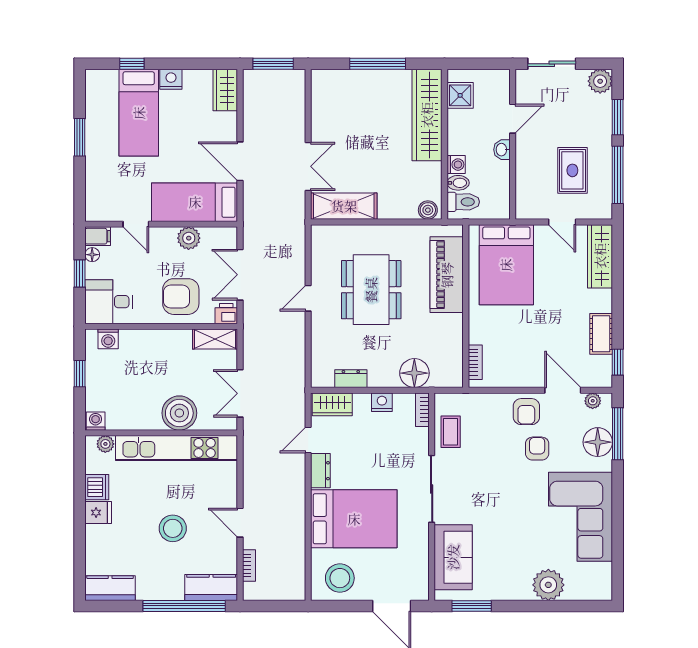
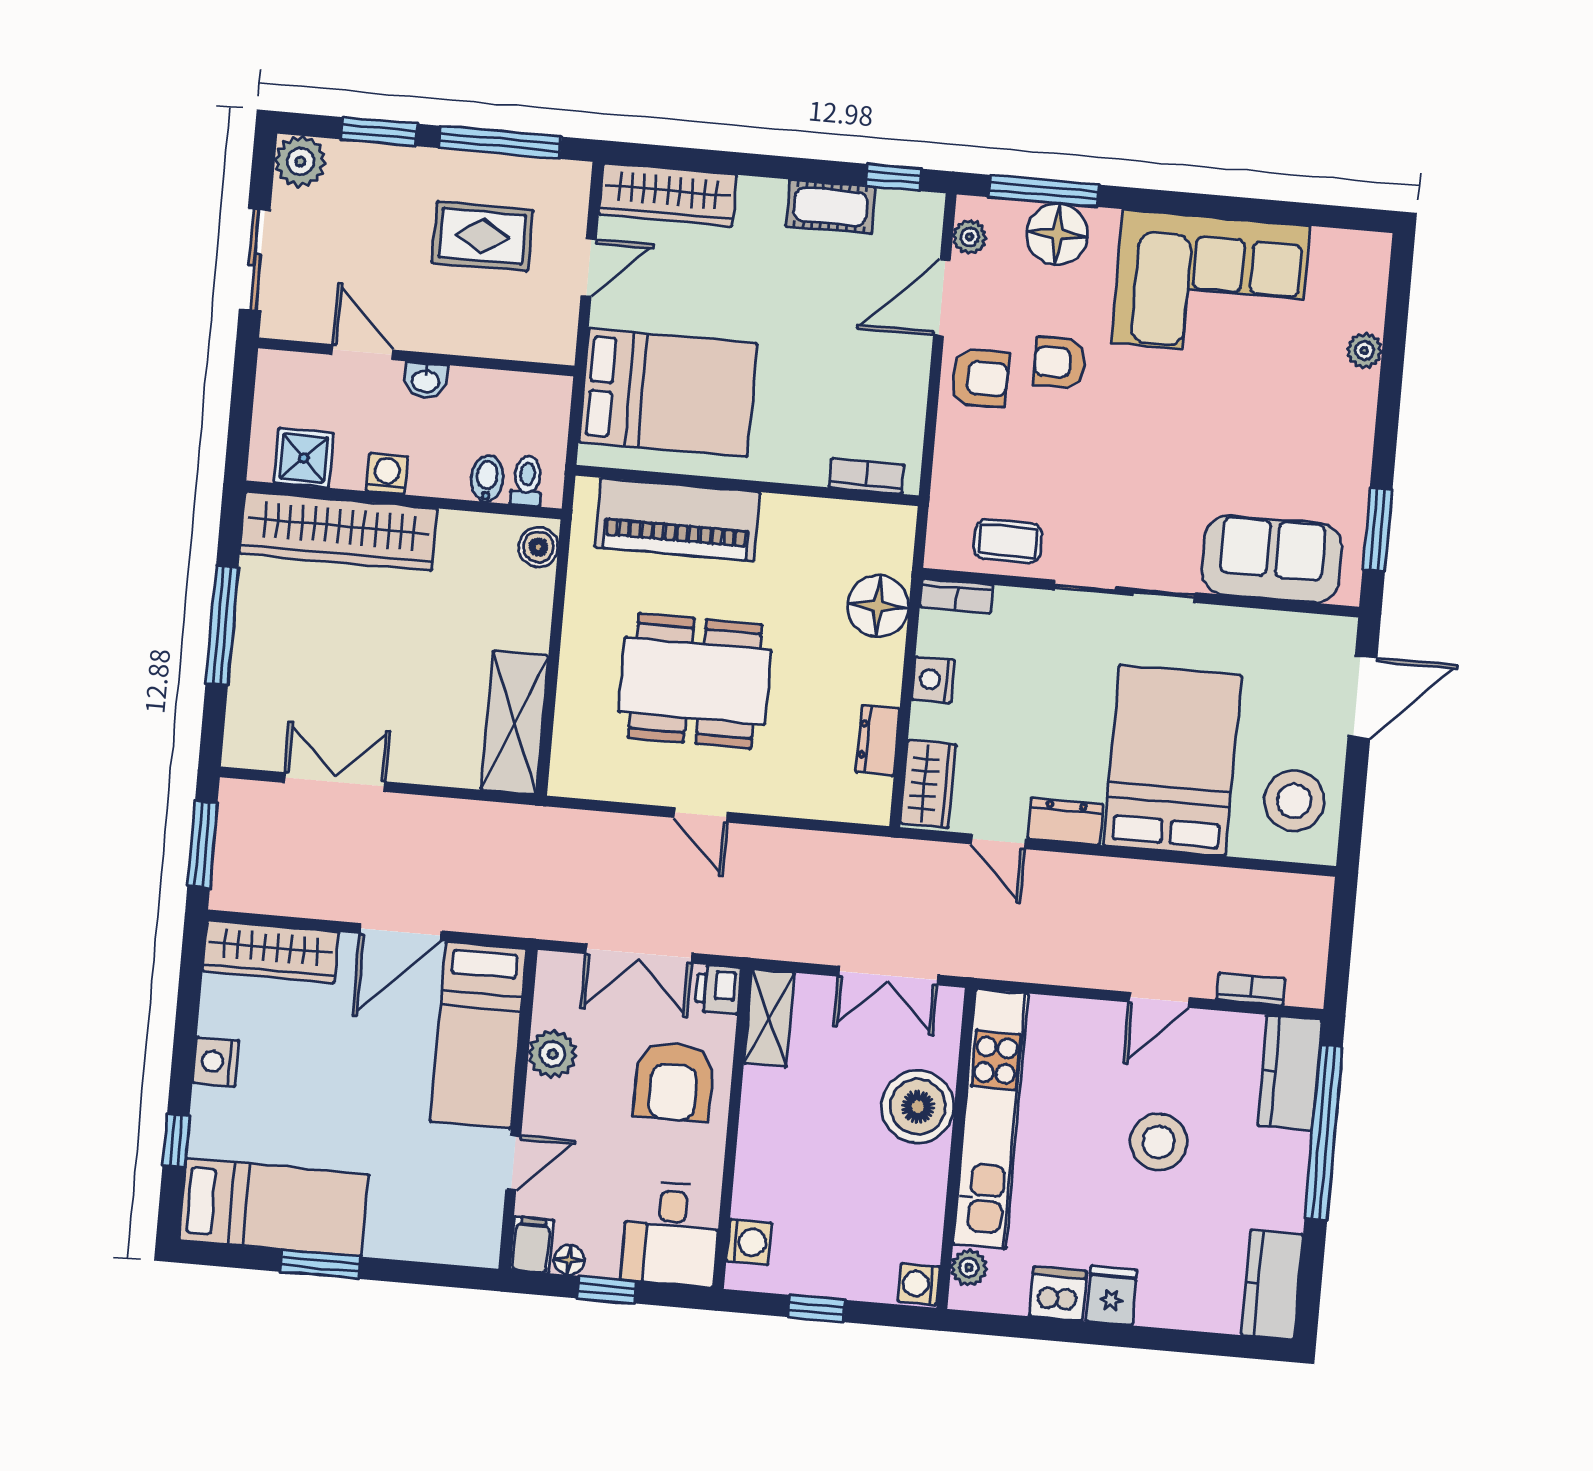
wardrobe: (225, 90) -> (271, 952), width x1.50
bed: (139, 113) -> (274, 1207), moved
washing machine: (456, 165) -> (387, 474), moved
double door: (308, 166) -> (335, 782), moved
toilet: (463, 202) -> (527, 481), width x0.73, depth x0.72
plant: (548, 585) -> (1364, 350), width x0.53, depth x0.53

